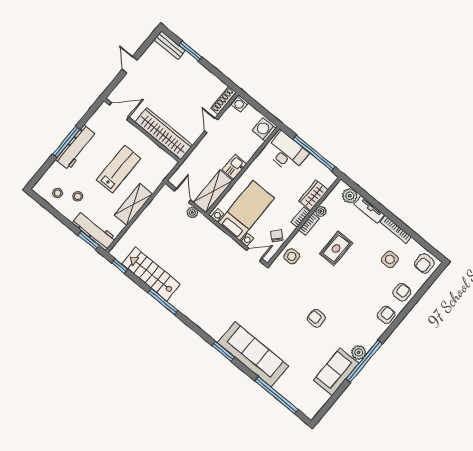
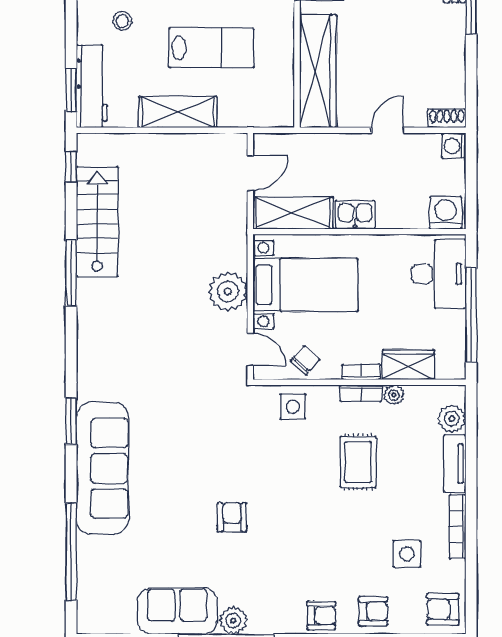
shoe rack: (223, 100) -> (447, 119), width x0.70
plant: (192, 212) -> (228, 291), moved, width x1.88, depth x1.88
rug: (336, 248) -> (358, 462), turned 90

